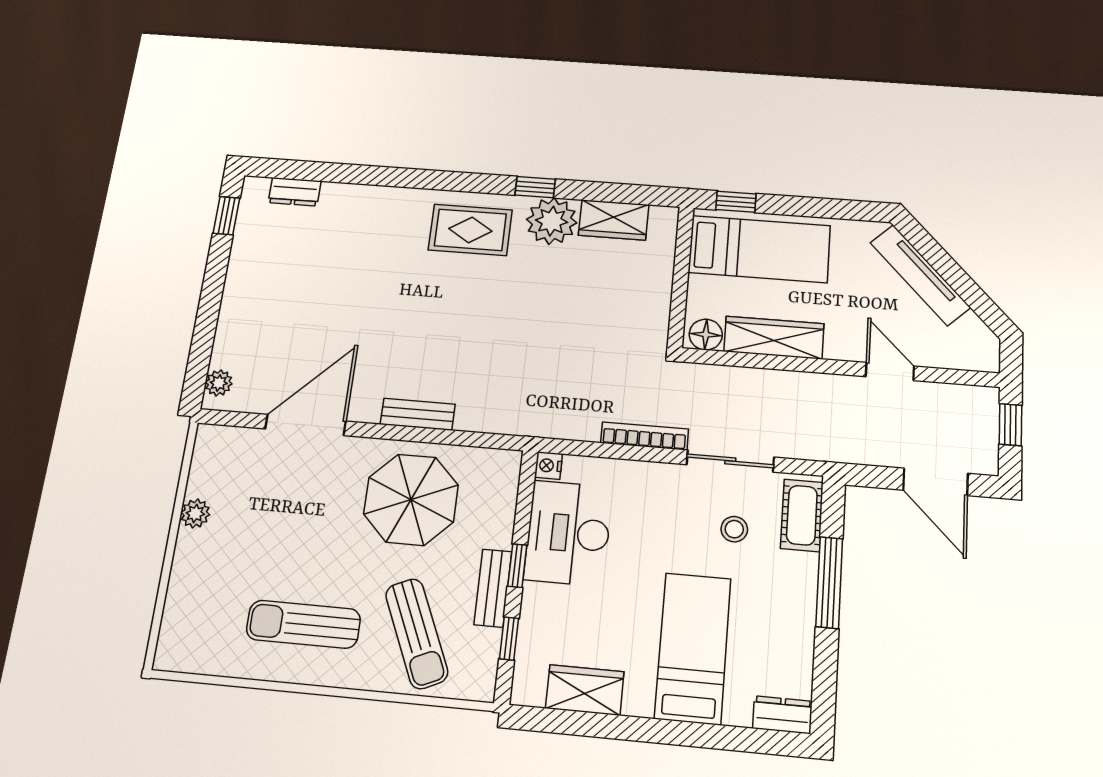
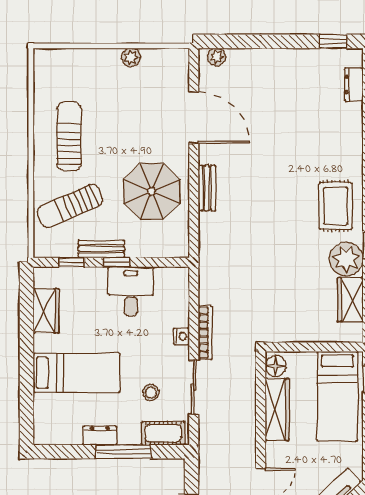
nightstand: (549, 466) -> (181, 336), moved, turned 90
desk: (568, 533) -> (131, 291), width x0.73
dresser: (782, 715) -> (100, 436), moved, turned -90

